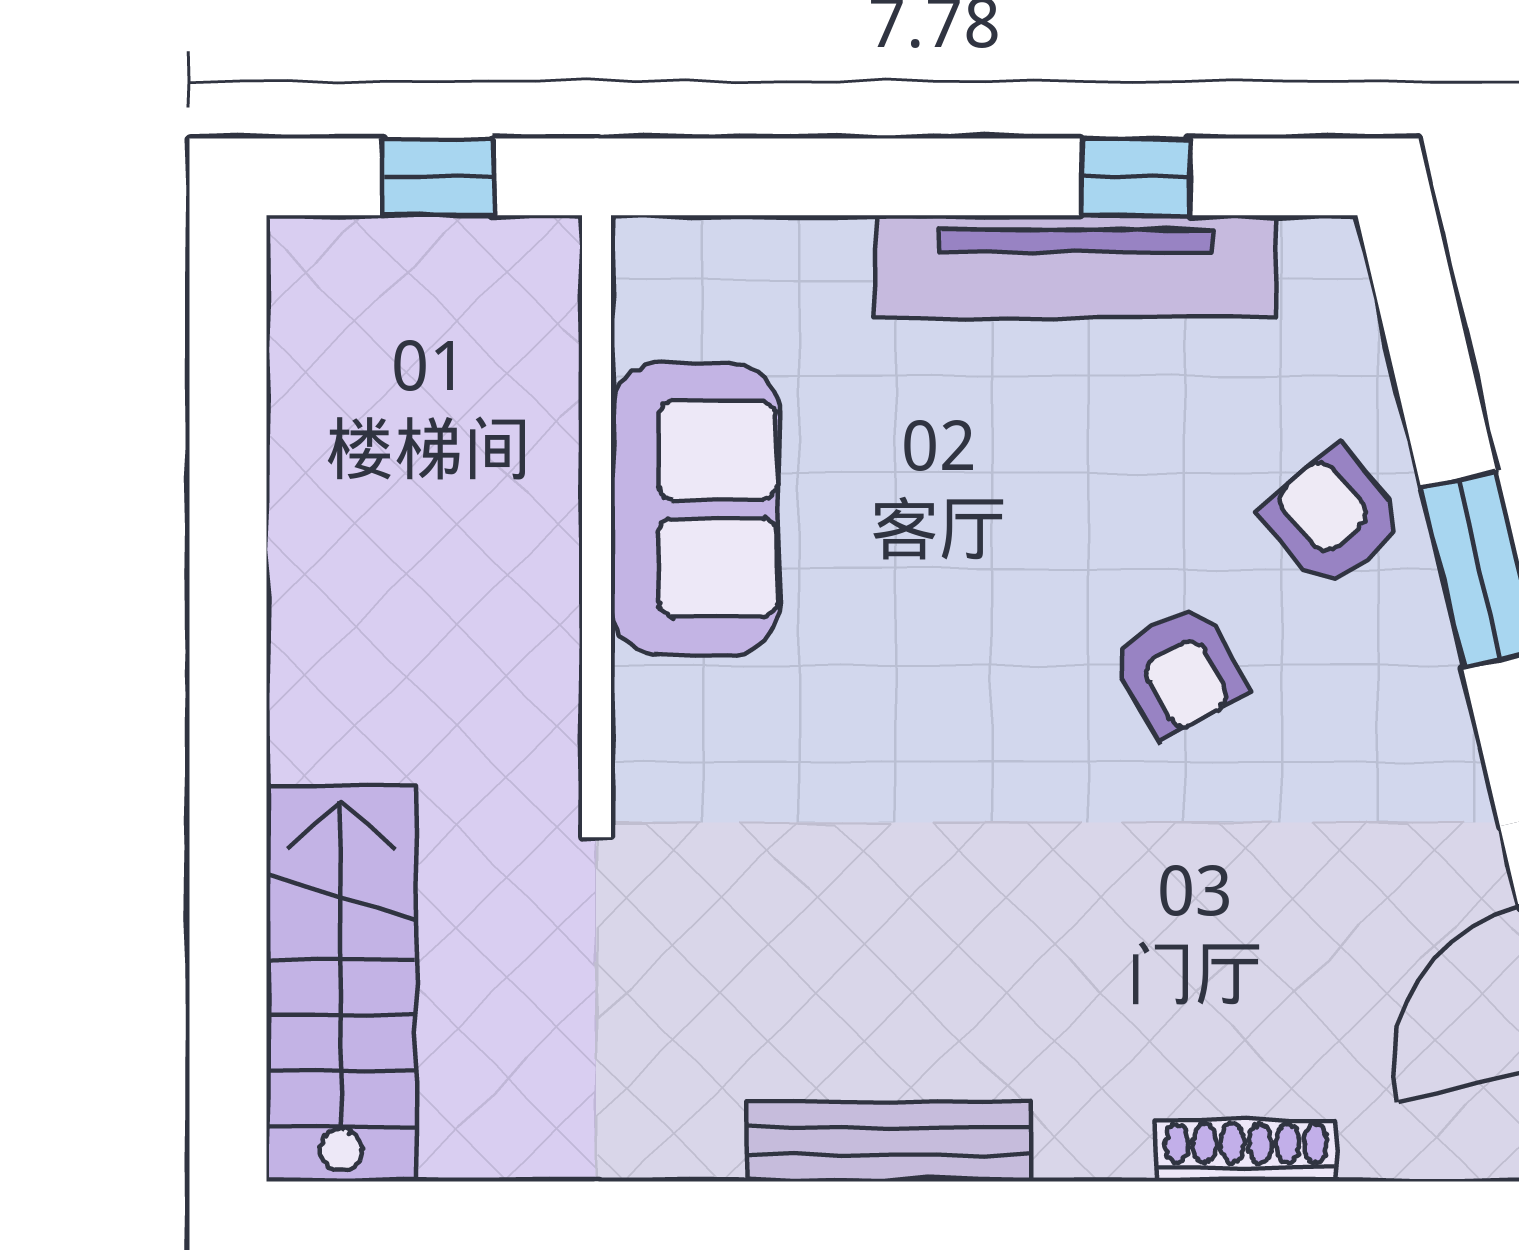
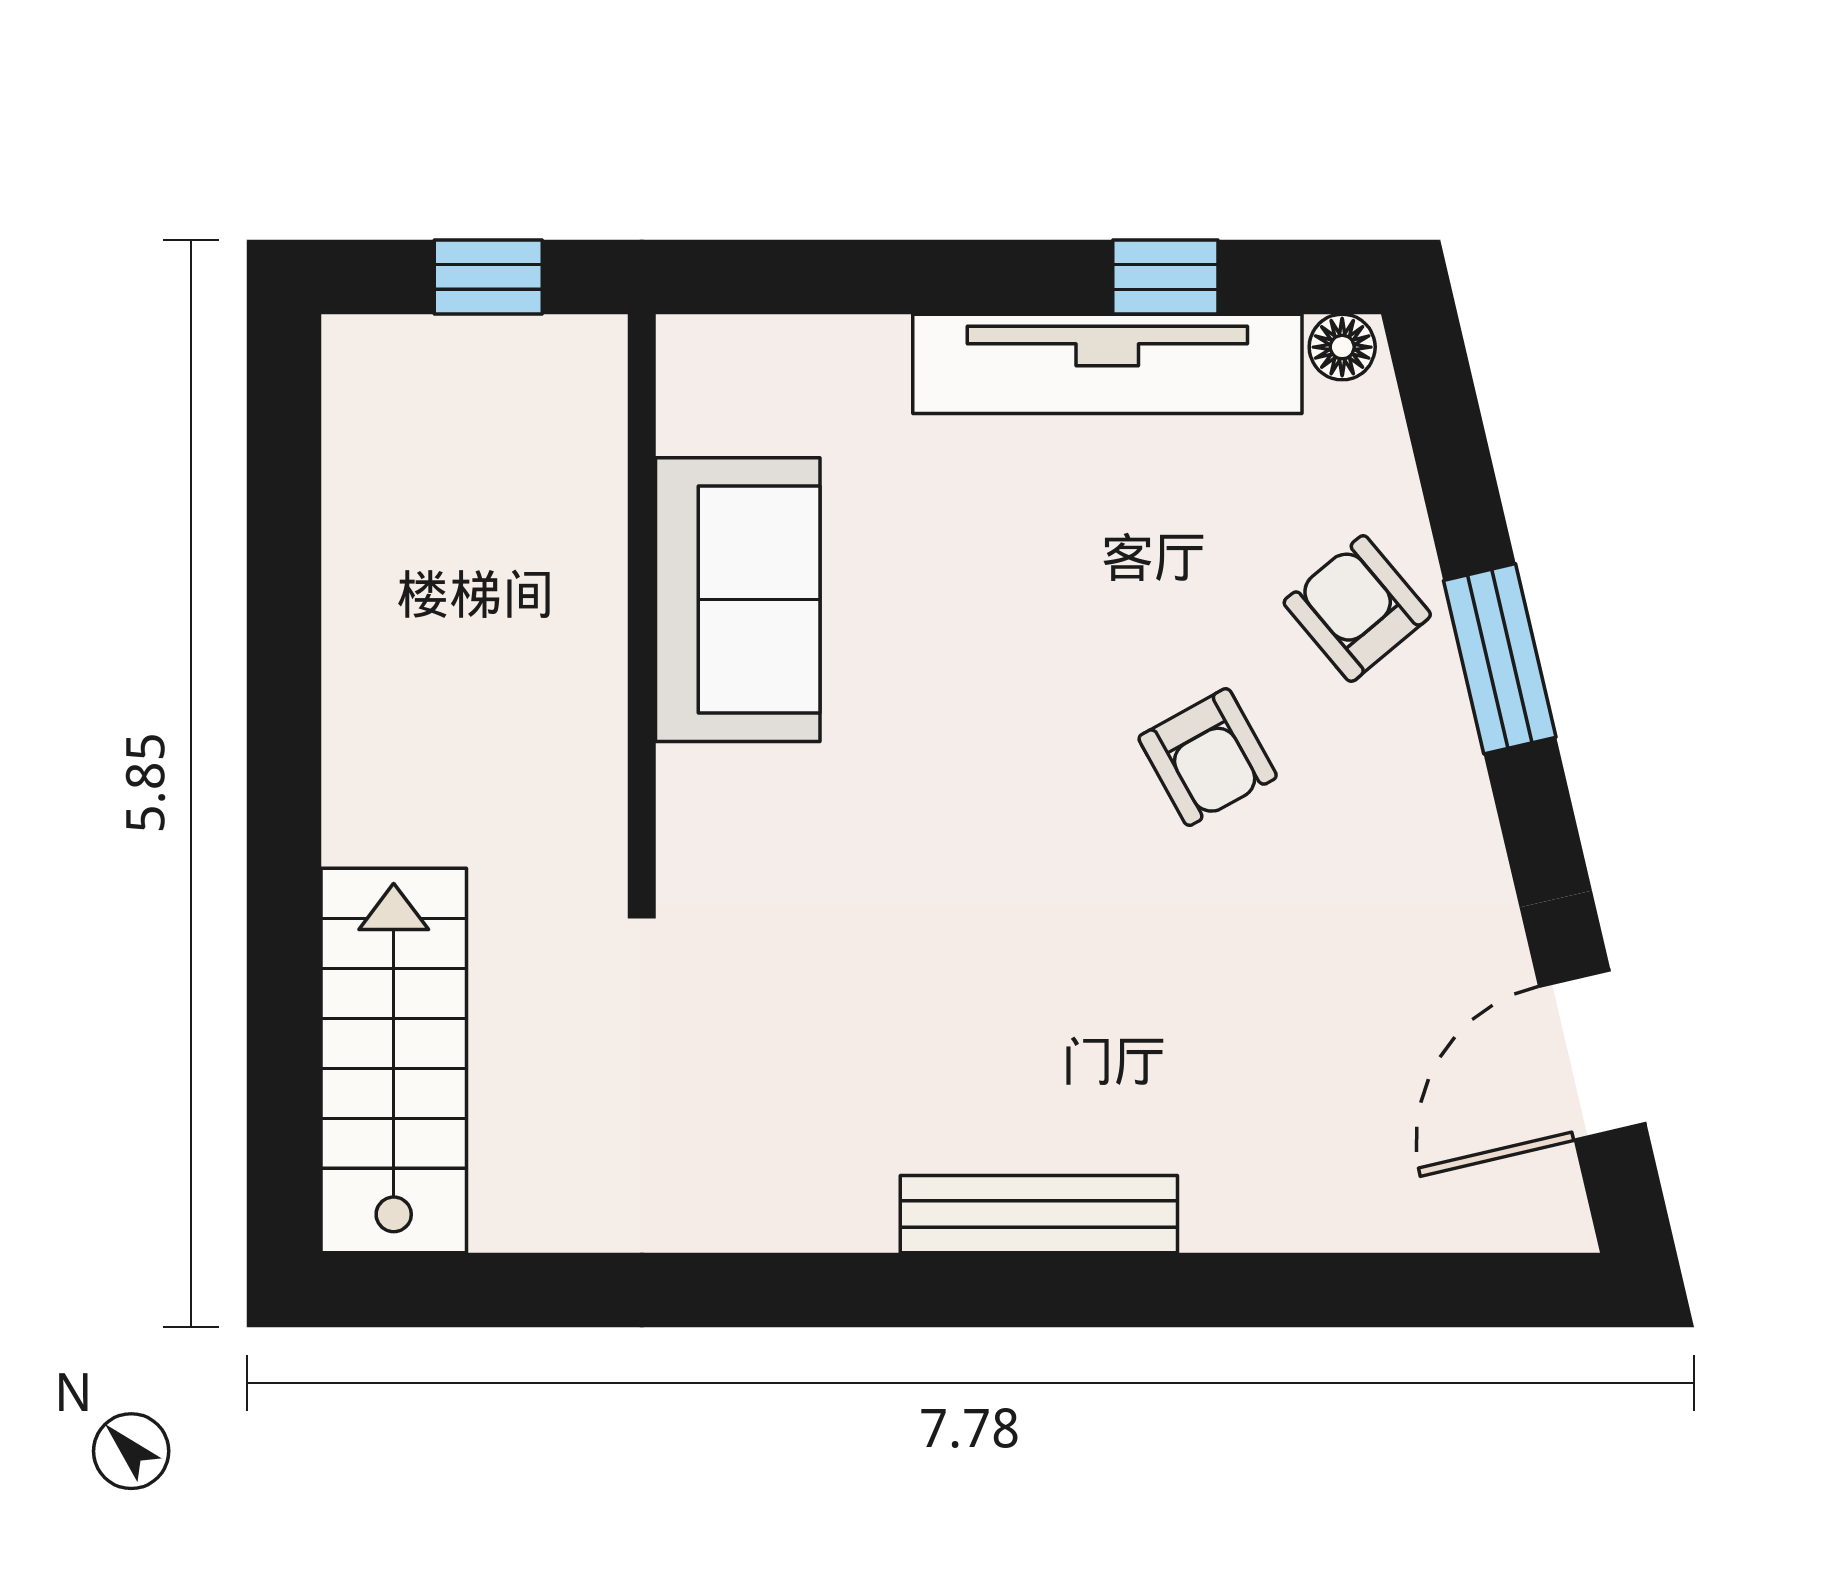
floor lamp: (1318, 249) -> (1342, 347), added
bench: (889, 1142) -> (1039, 1214), moved
shoe rack: (1246, 1151) -> (1273, 1223), removed

